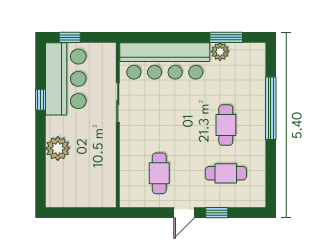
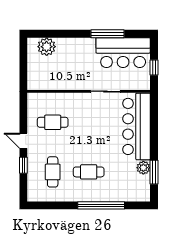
window: (70, 37) -> (154, 67), moved
window: (40, 100) -> (107, 34), width x2.17
plant: (58, 148) -> (47, 47), moved

